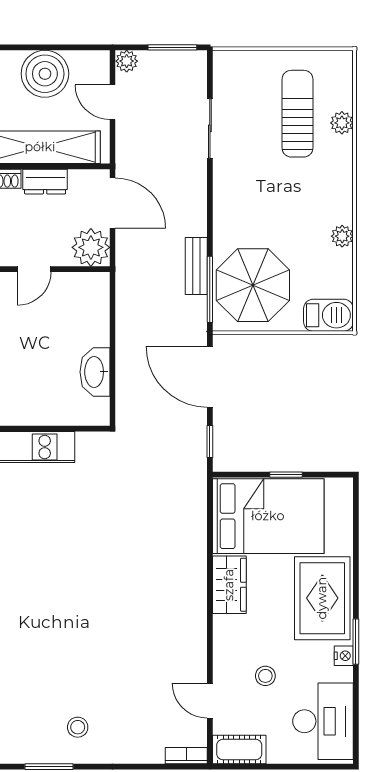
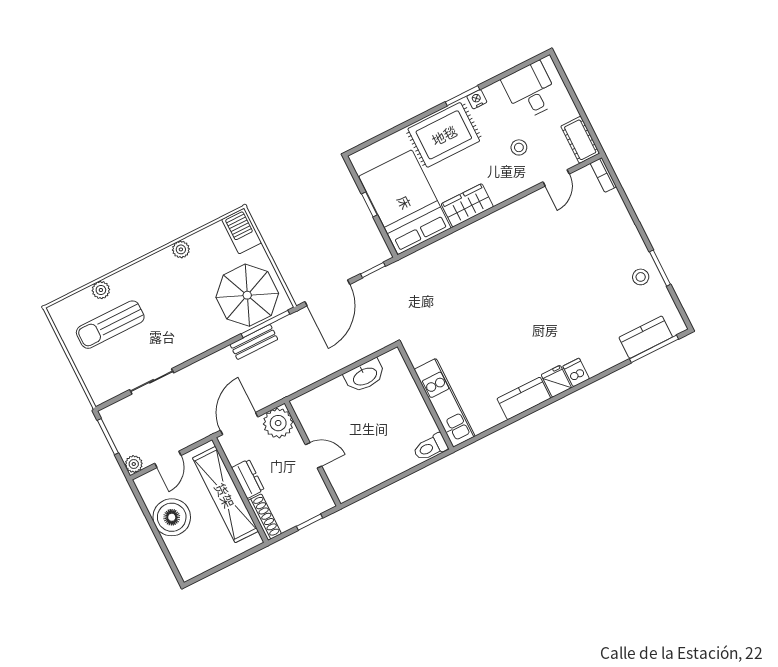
desk: (323, 721) -> (530, 91), width x0.73
stool: (78, 727) -> (641, 277), moved

